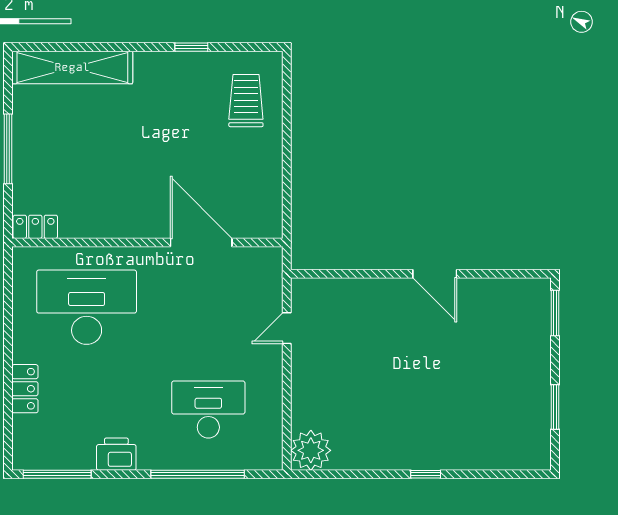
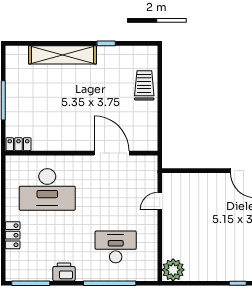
shelving: (72, 67) -> (63, 55), moved
trolley: (246, 101) -> (144, 85), moved
desk: (87, 307) -> (47, 189), turned 180

